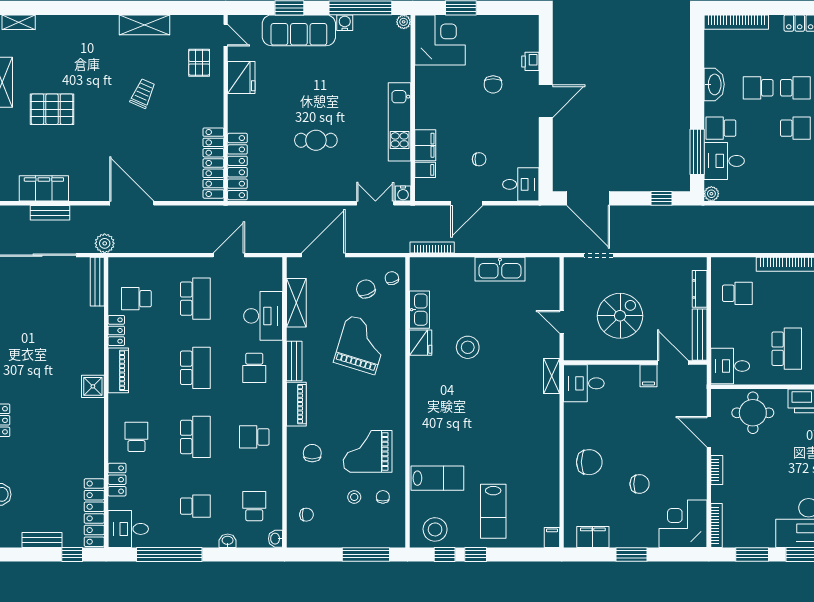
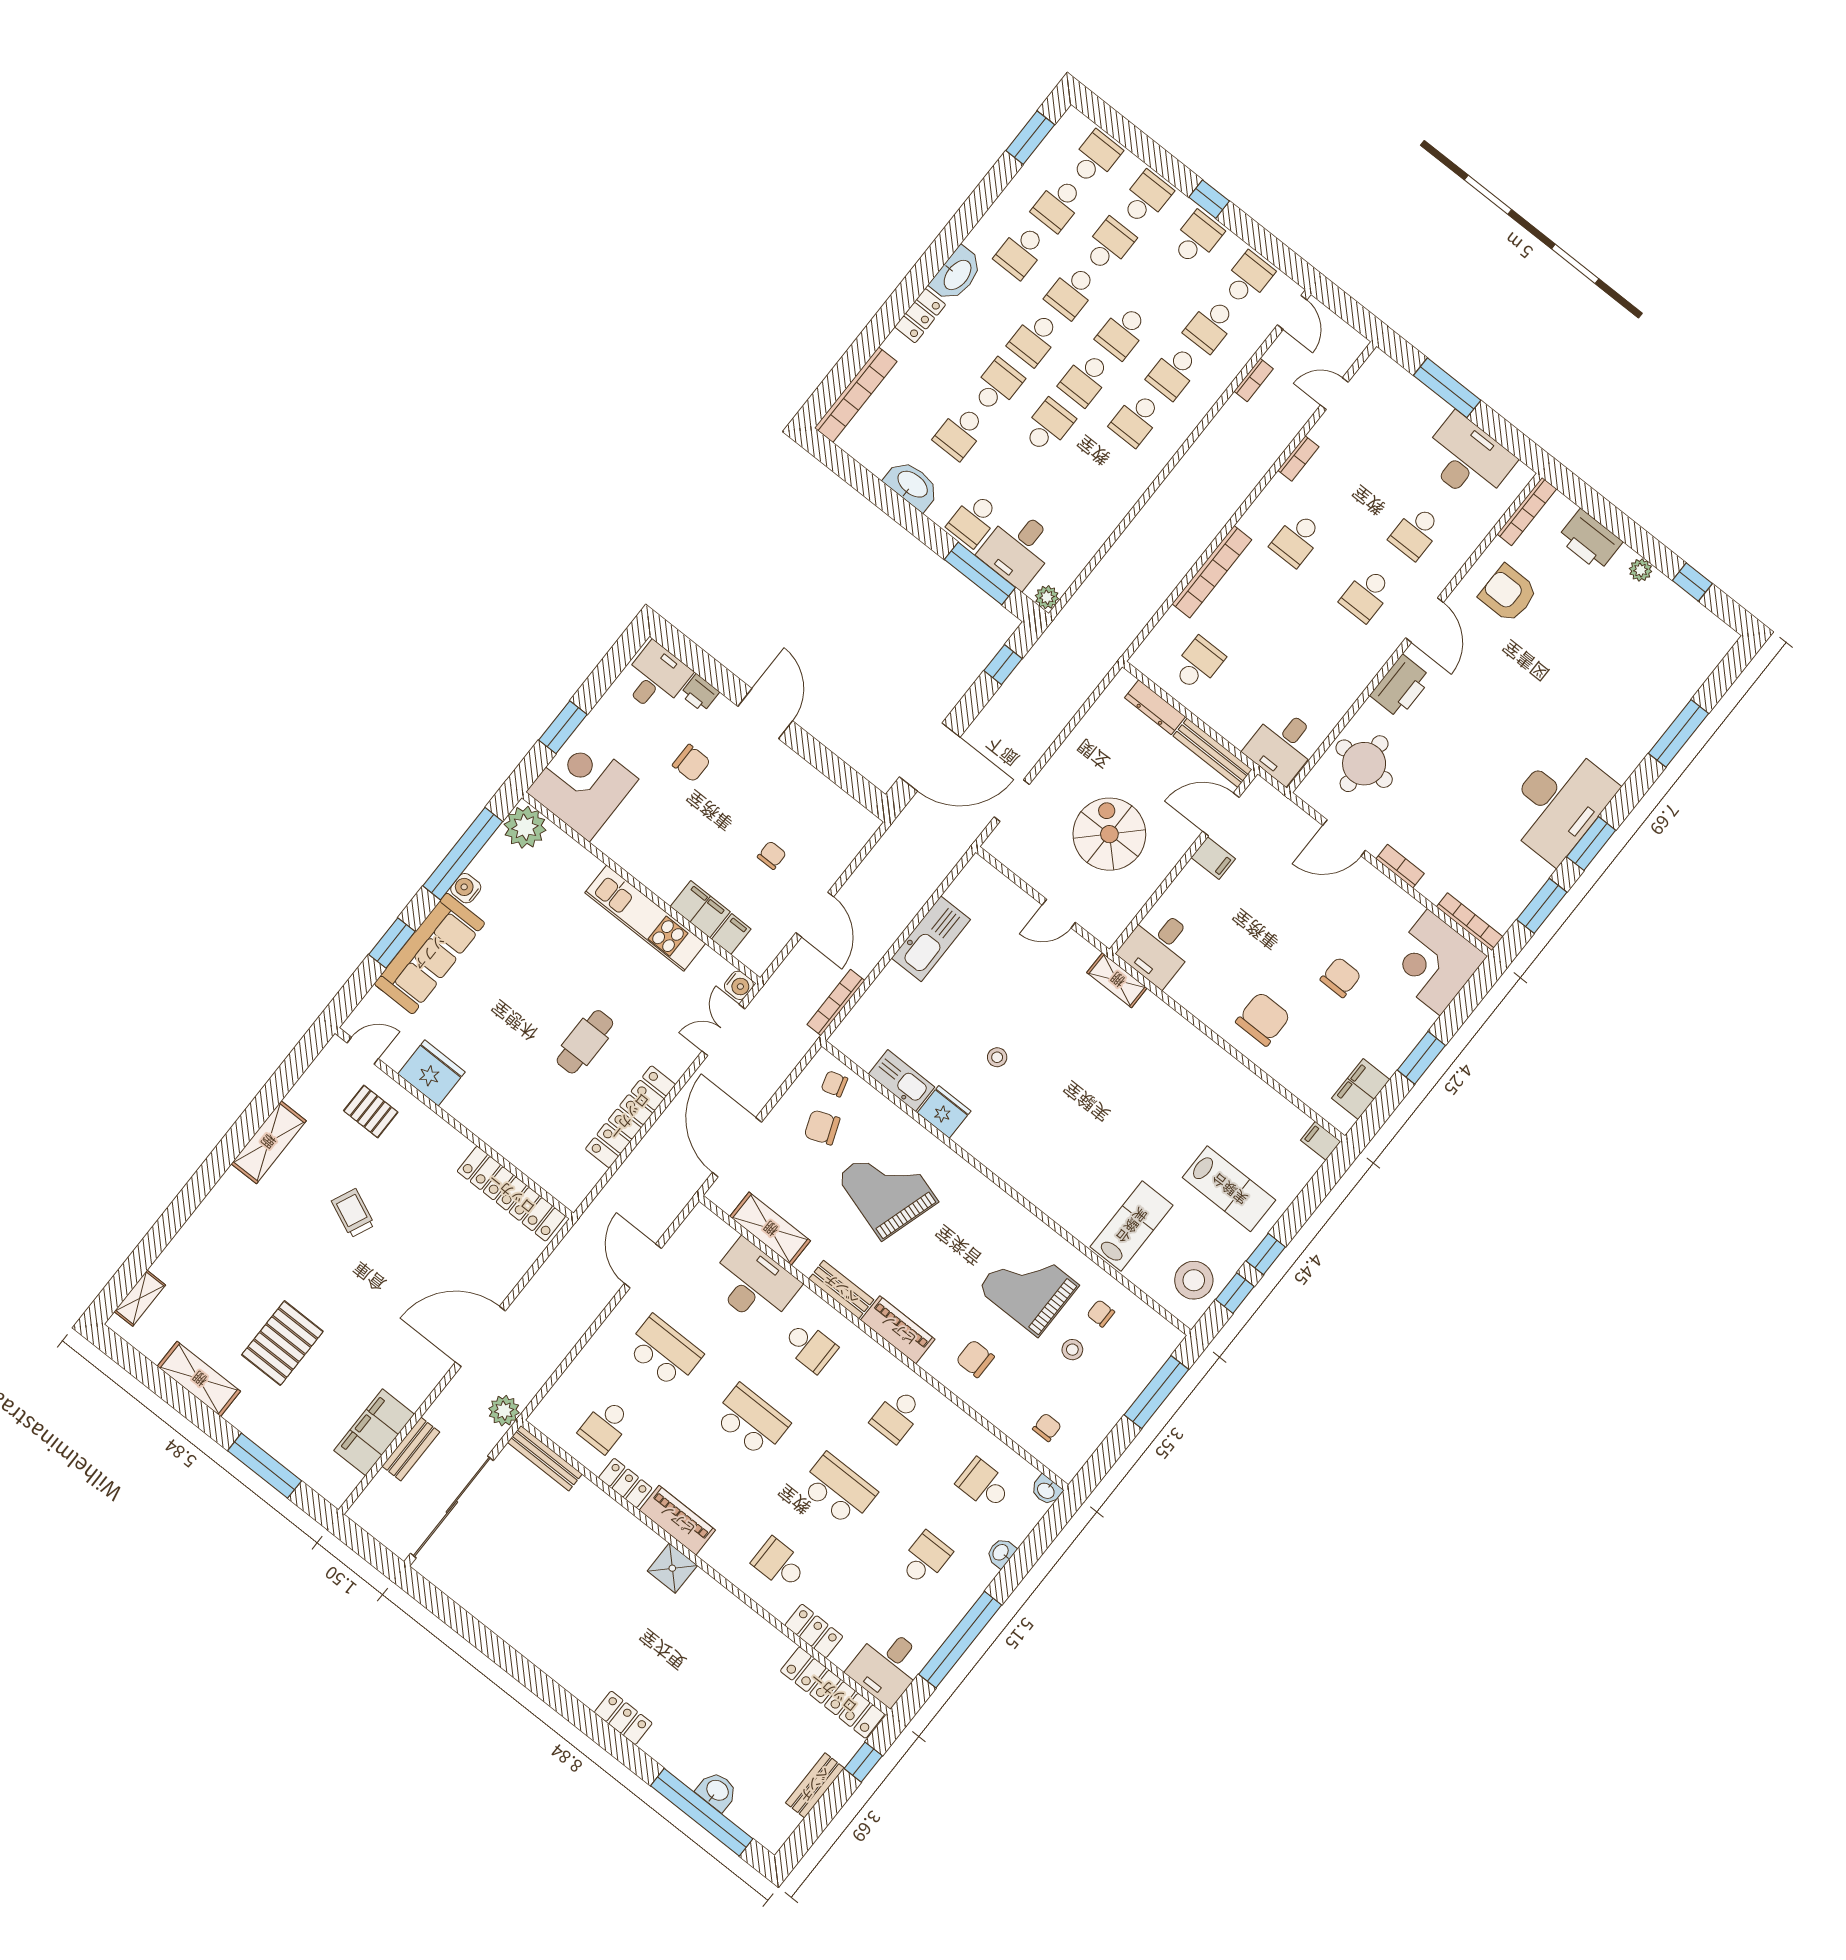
plant: (404, 22) -> (525, 827), width x1.87, depth x1.87
locker: (237, 167) -> (630, 1117), moved, turned -90
desk: (521, 184) -> (655, 678), moved
stool: (468, 347) -> (997, 1057), width x0.53, depth x0.53
school desk: (787, 349) -> (1317, 657), removed
grand piano: (368, 451) -> (1028, 1287), turned 90

